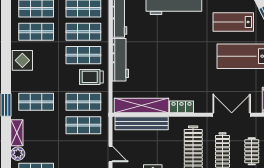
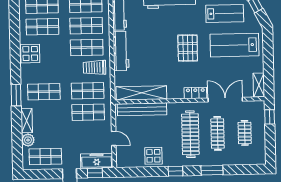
lab bench: (233, 22) -> (225, 14), turned 180
pallet: (192, 58) -> (188, 48), added
locker: (181, 107) -> (195, 93), moved

